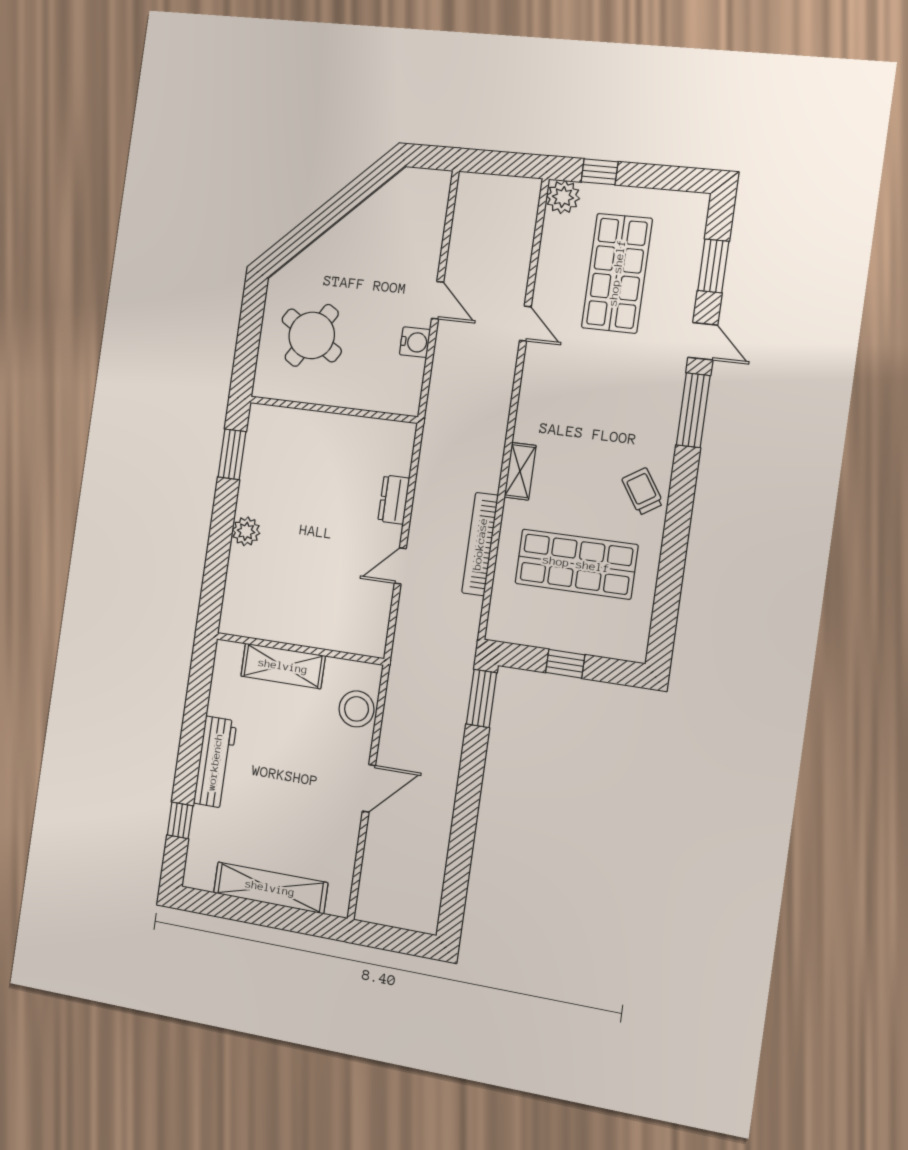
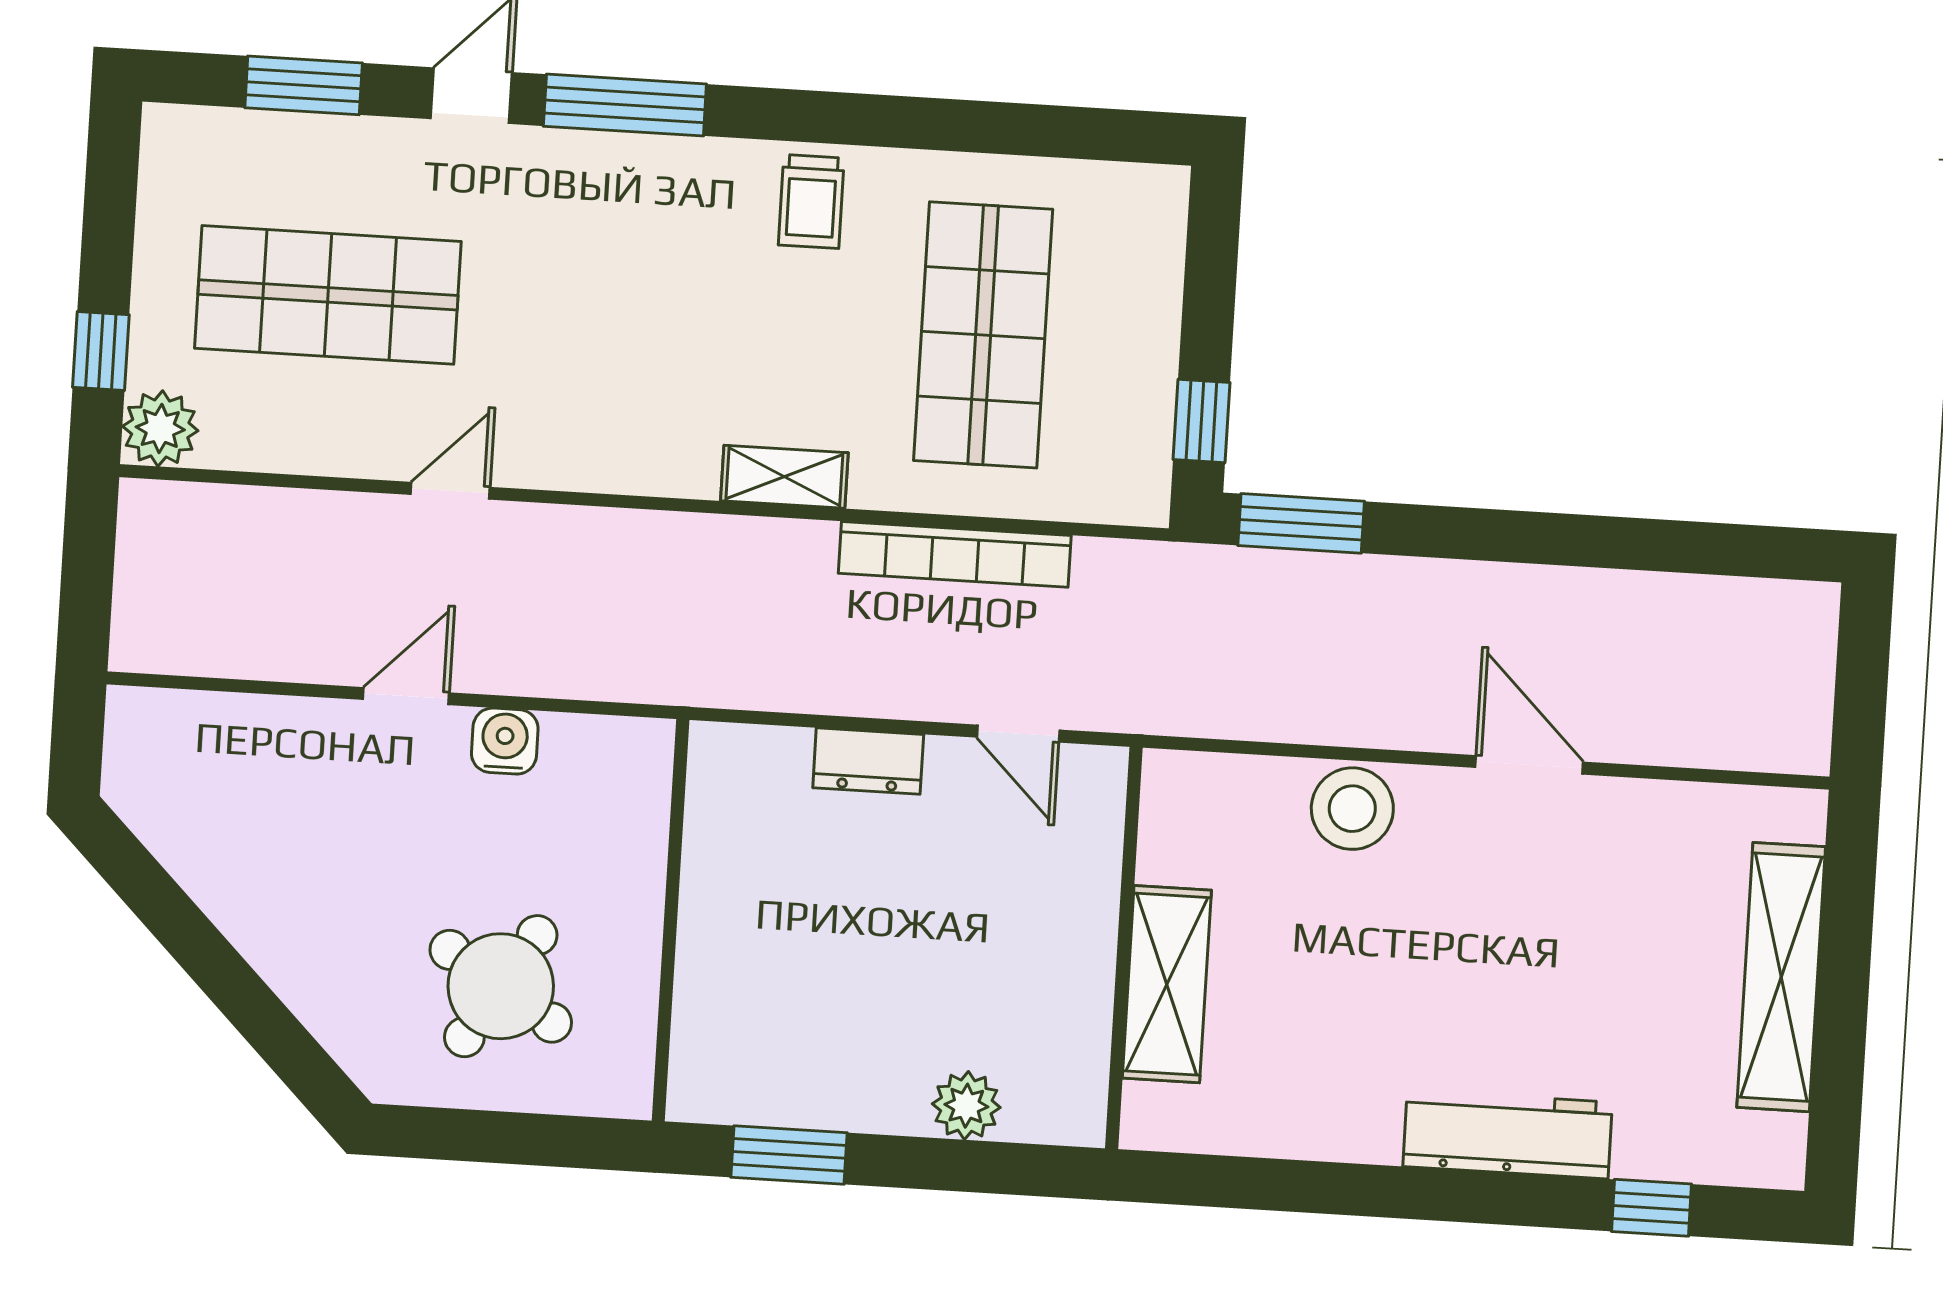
trolley: (643, 491) -> (811, 201), turned -57
wall: (299, 649) -> (1124, 948), moved
window: (565, 664) -> (1202, 421), moved
shelving: (283, 666) -> (1167, 984), moved

